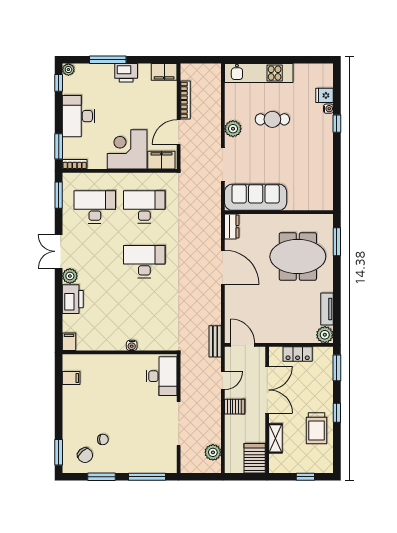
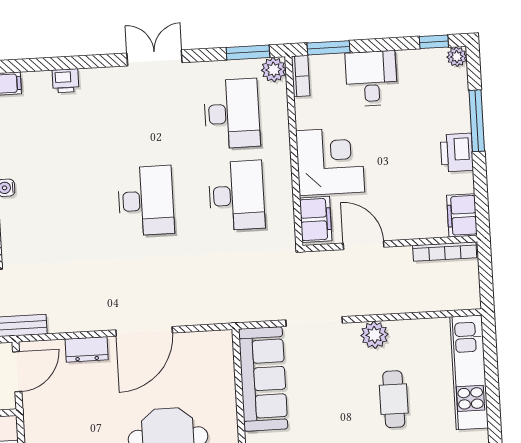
bookcase: (185, 100) -> (445, 252), moved
desk: (79, 116) -> (371, 79), width x0.73
dresser: (232, 227) -> (87, 349), moved
plant: (70, 276) -> (274, 70), moved
printer: (73, 299) -> (65, 81), width x0.53, depth x0.68

